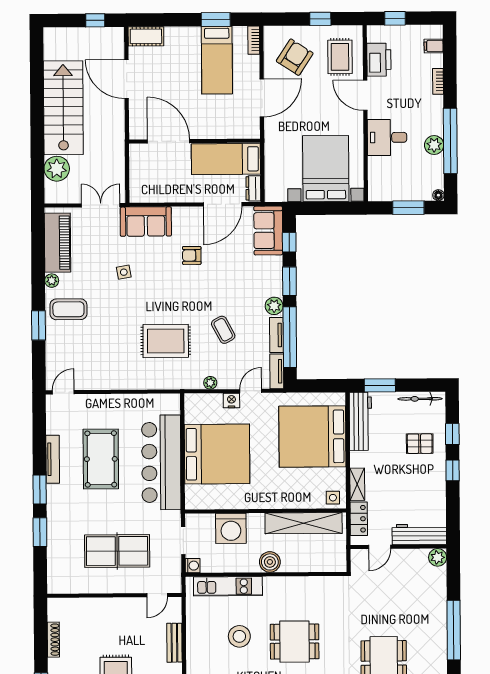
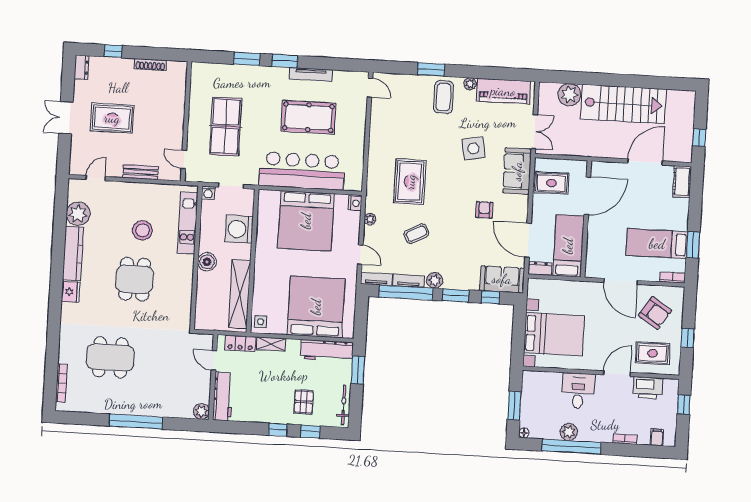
rug: (157, 182) -> (551, 183), added
side table: (124, 272) -> (473, 148), width x1.87, depth x1.87
nightstand: (231, 401) -> (355, 203), moved

